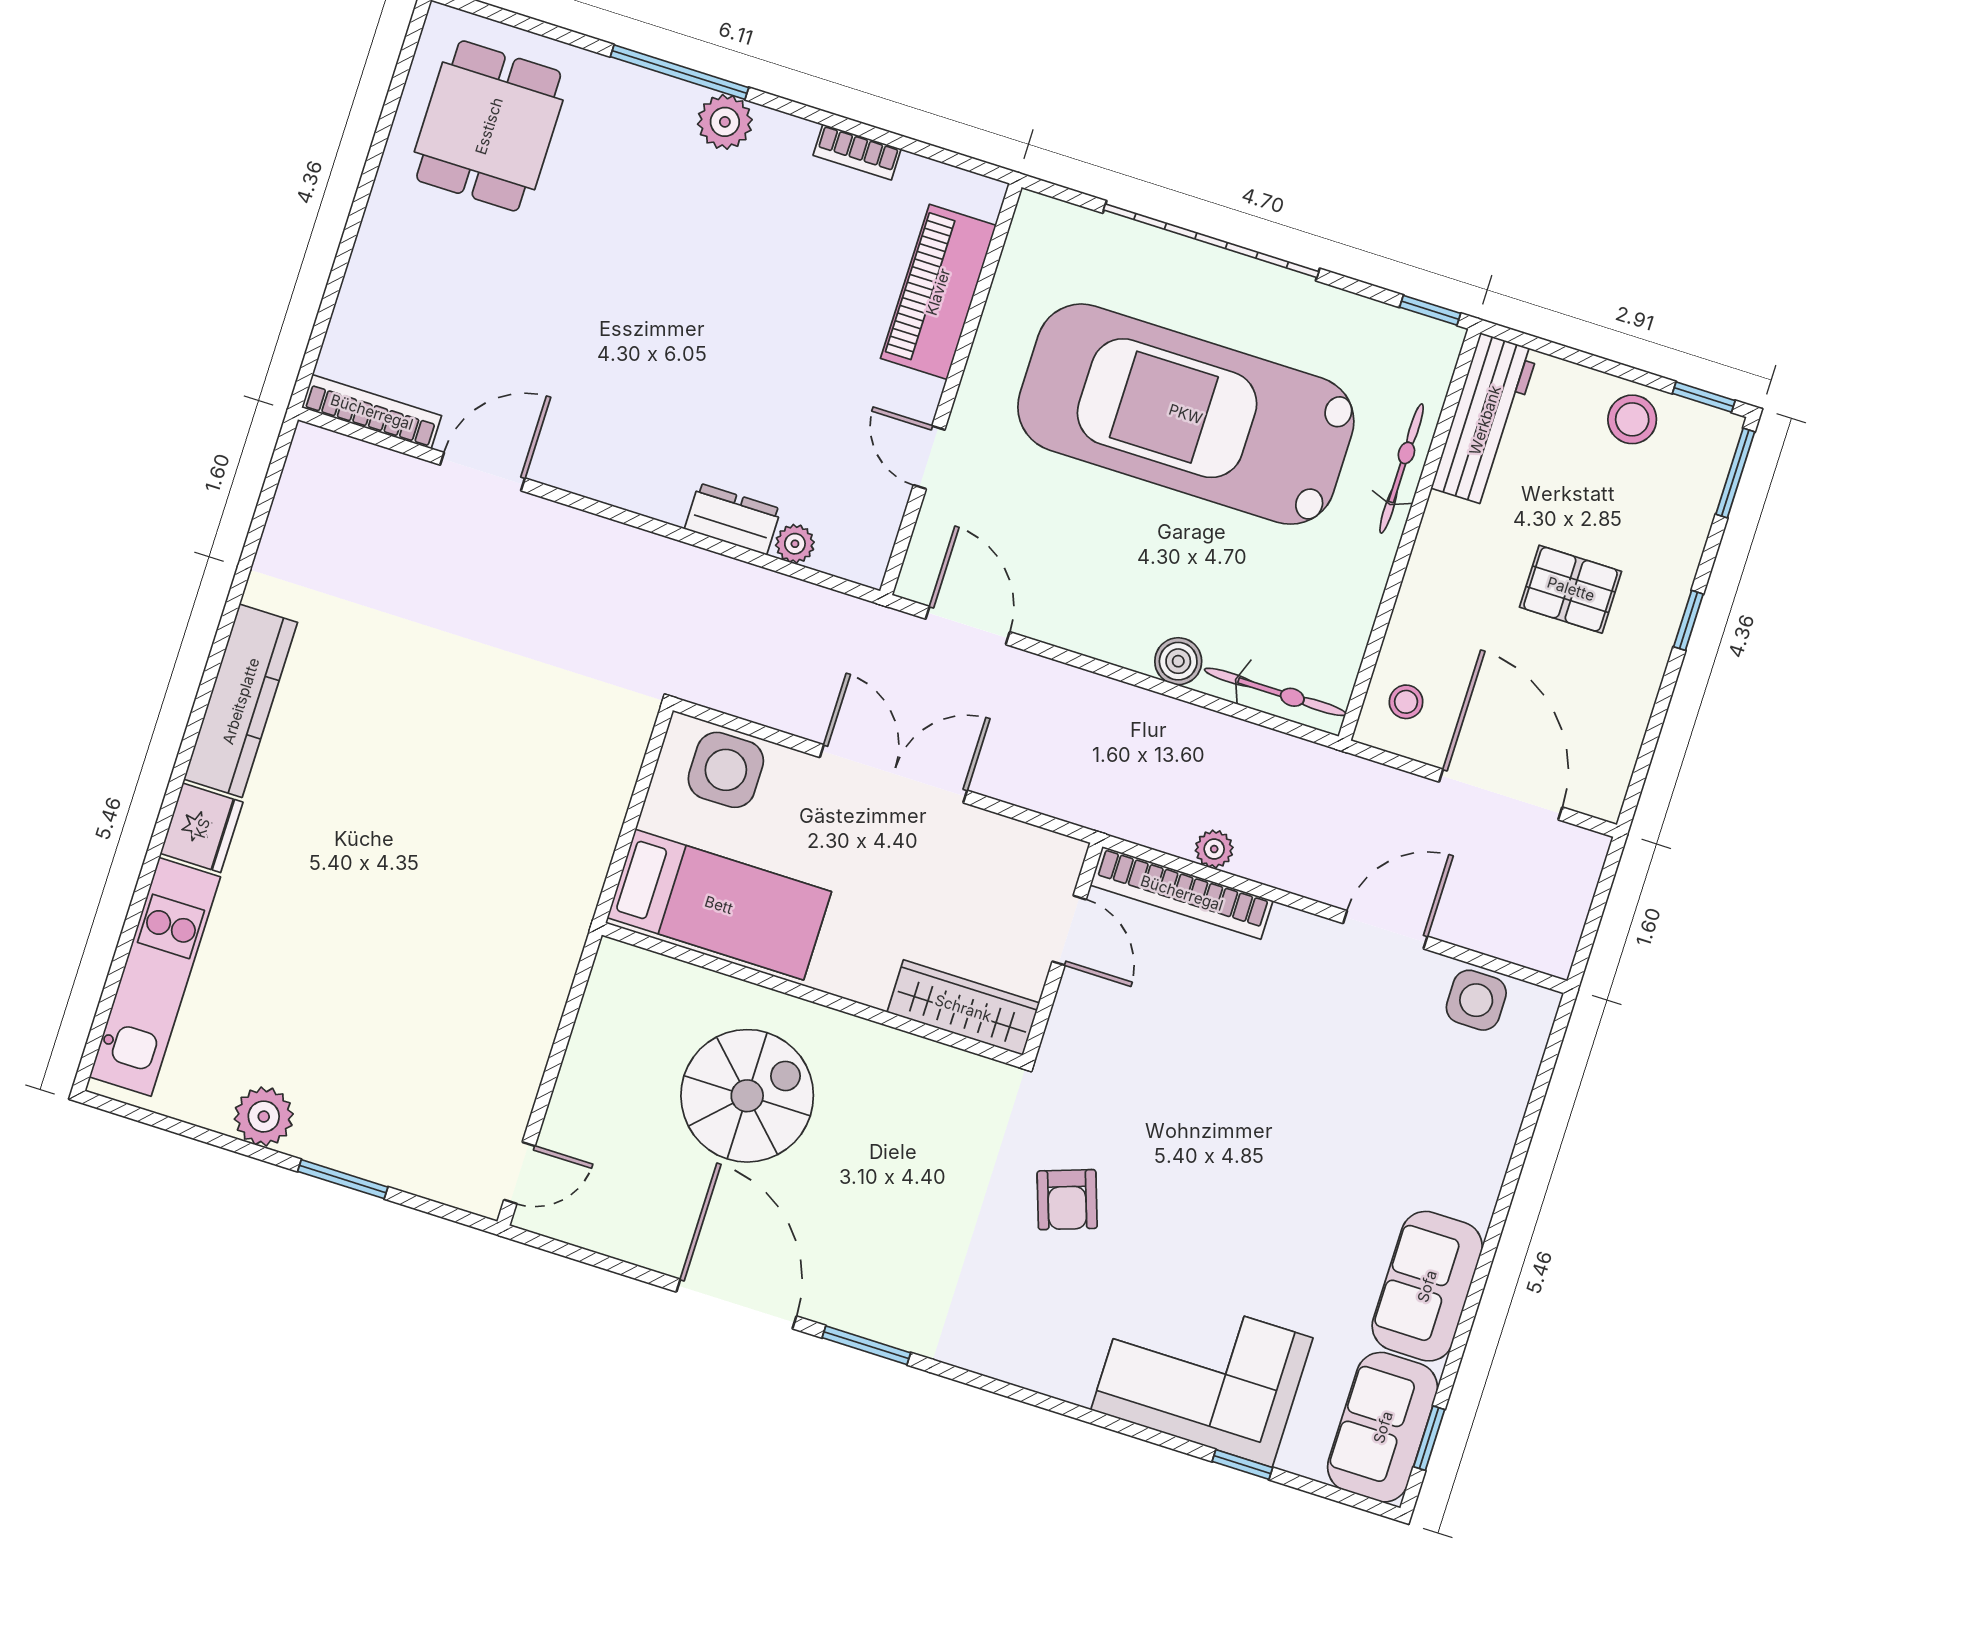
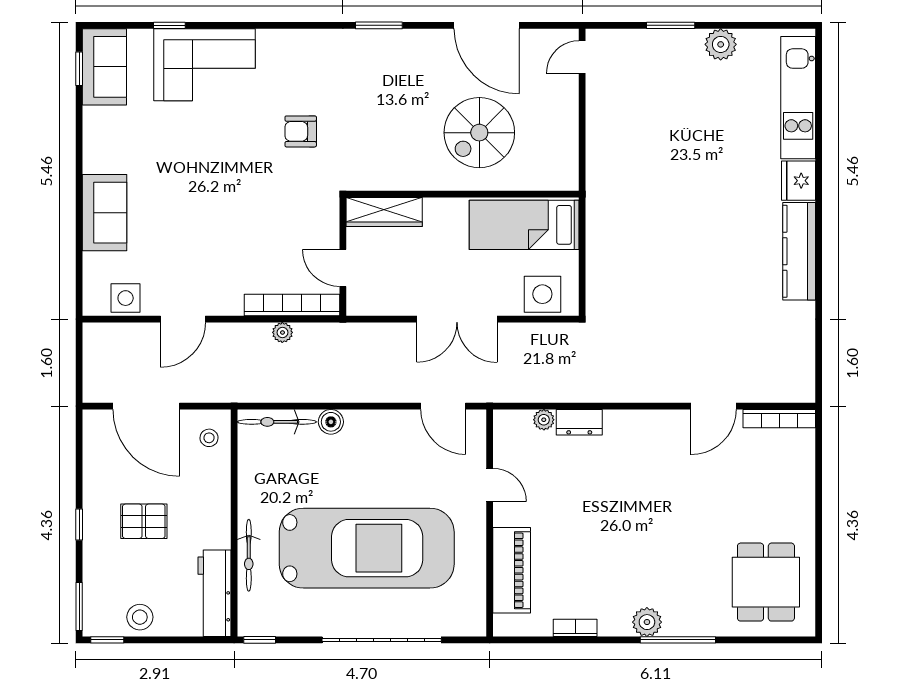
armchair: (1067, 1200) -> (301, 131), turned -71
sofa: (1427, 1286) -> (104, 213), moved
door: (736, 1304) -> (487, 25), moved

